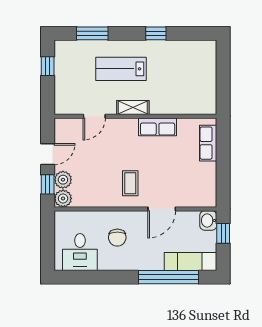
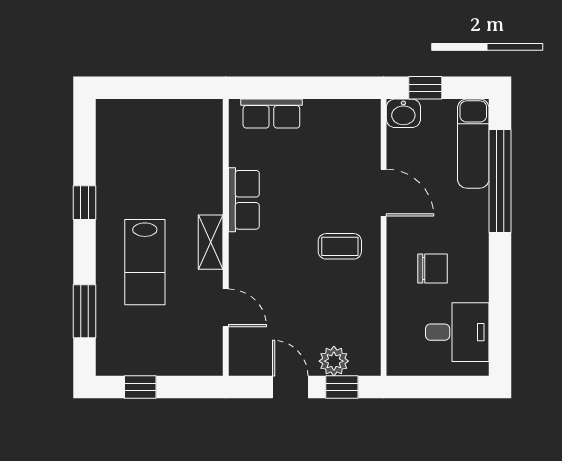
plant: (63, 198) -> (366, 361), removed

